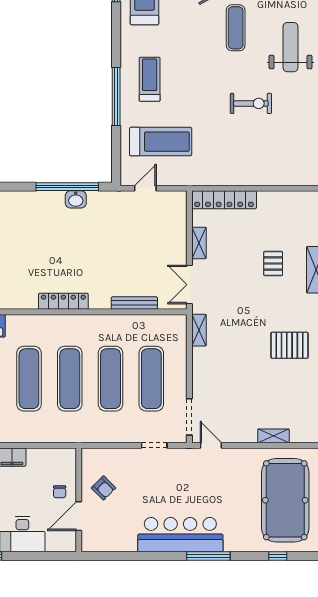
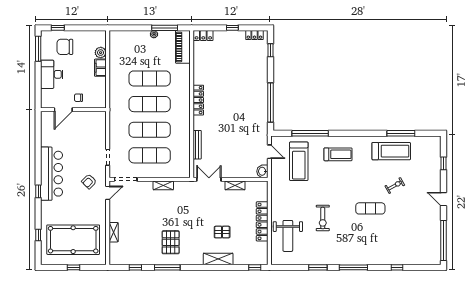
weight bench: (291, 47) -> (288, 236), moved, turned 90
window: (116, 96) -> (310, 133), moved
washbasin: (76, 199) -> (262, 171), moved
locker: (224, 200) -> (262, 221), moved
shelving: (199, 330) -> (163, 185), moved
armchair: (104, 488) -> (89, 181), moved
door: (79, 516) -> (63, 110), swing flipped
window: (208, 556) -> (38, 191), width x0.46

